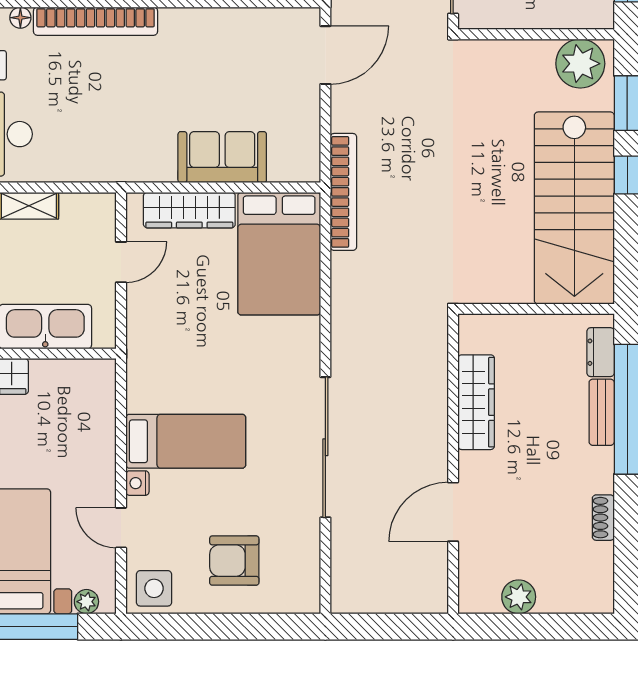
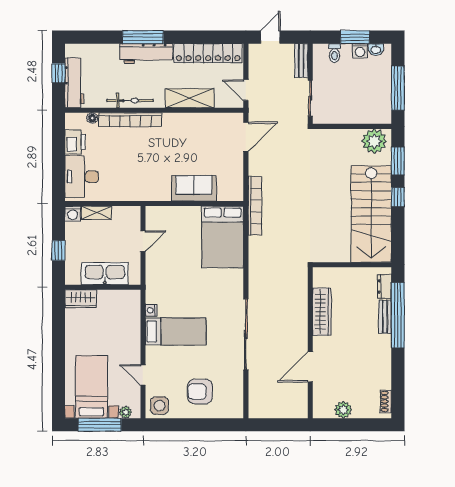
wardrobe: (189, 210) -> (177, 215), removed
nightstand: (137, 483) -> (151, 310), moved
shoe rack: (603, 518) -> (386, 401), moved

